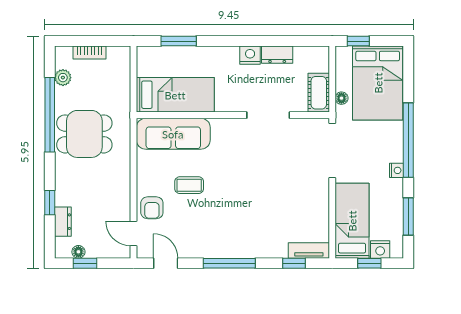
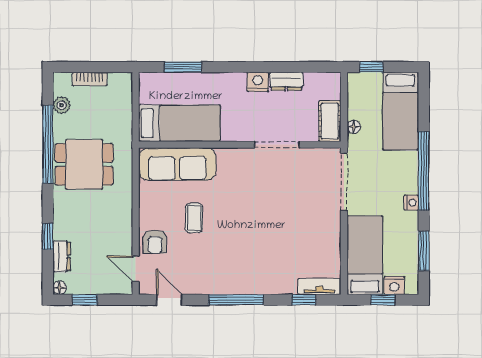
bed: (378, 83) -> (400, 111), width x0.67
coffee table: (189, 185) -> (194, 218), turned 90
floor lamp: (78, 252) -> (60, 288), moved

